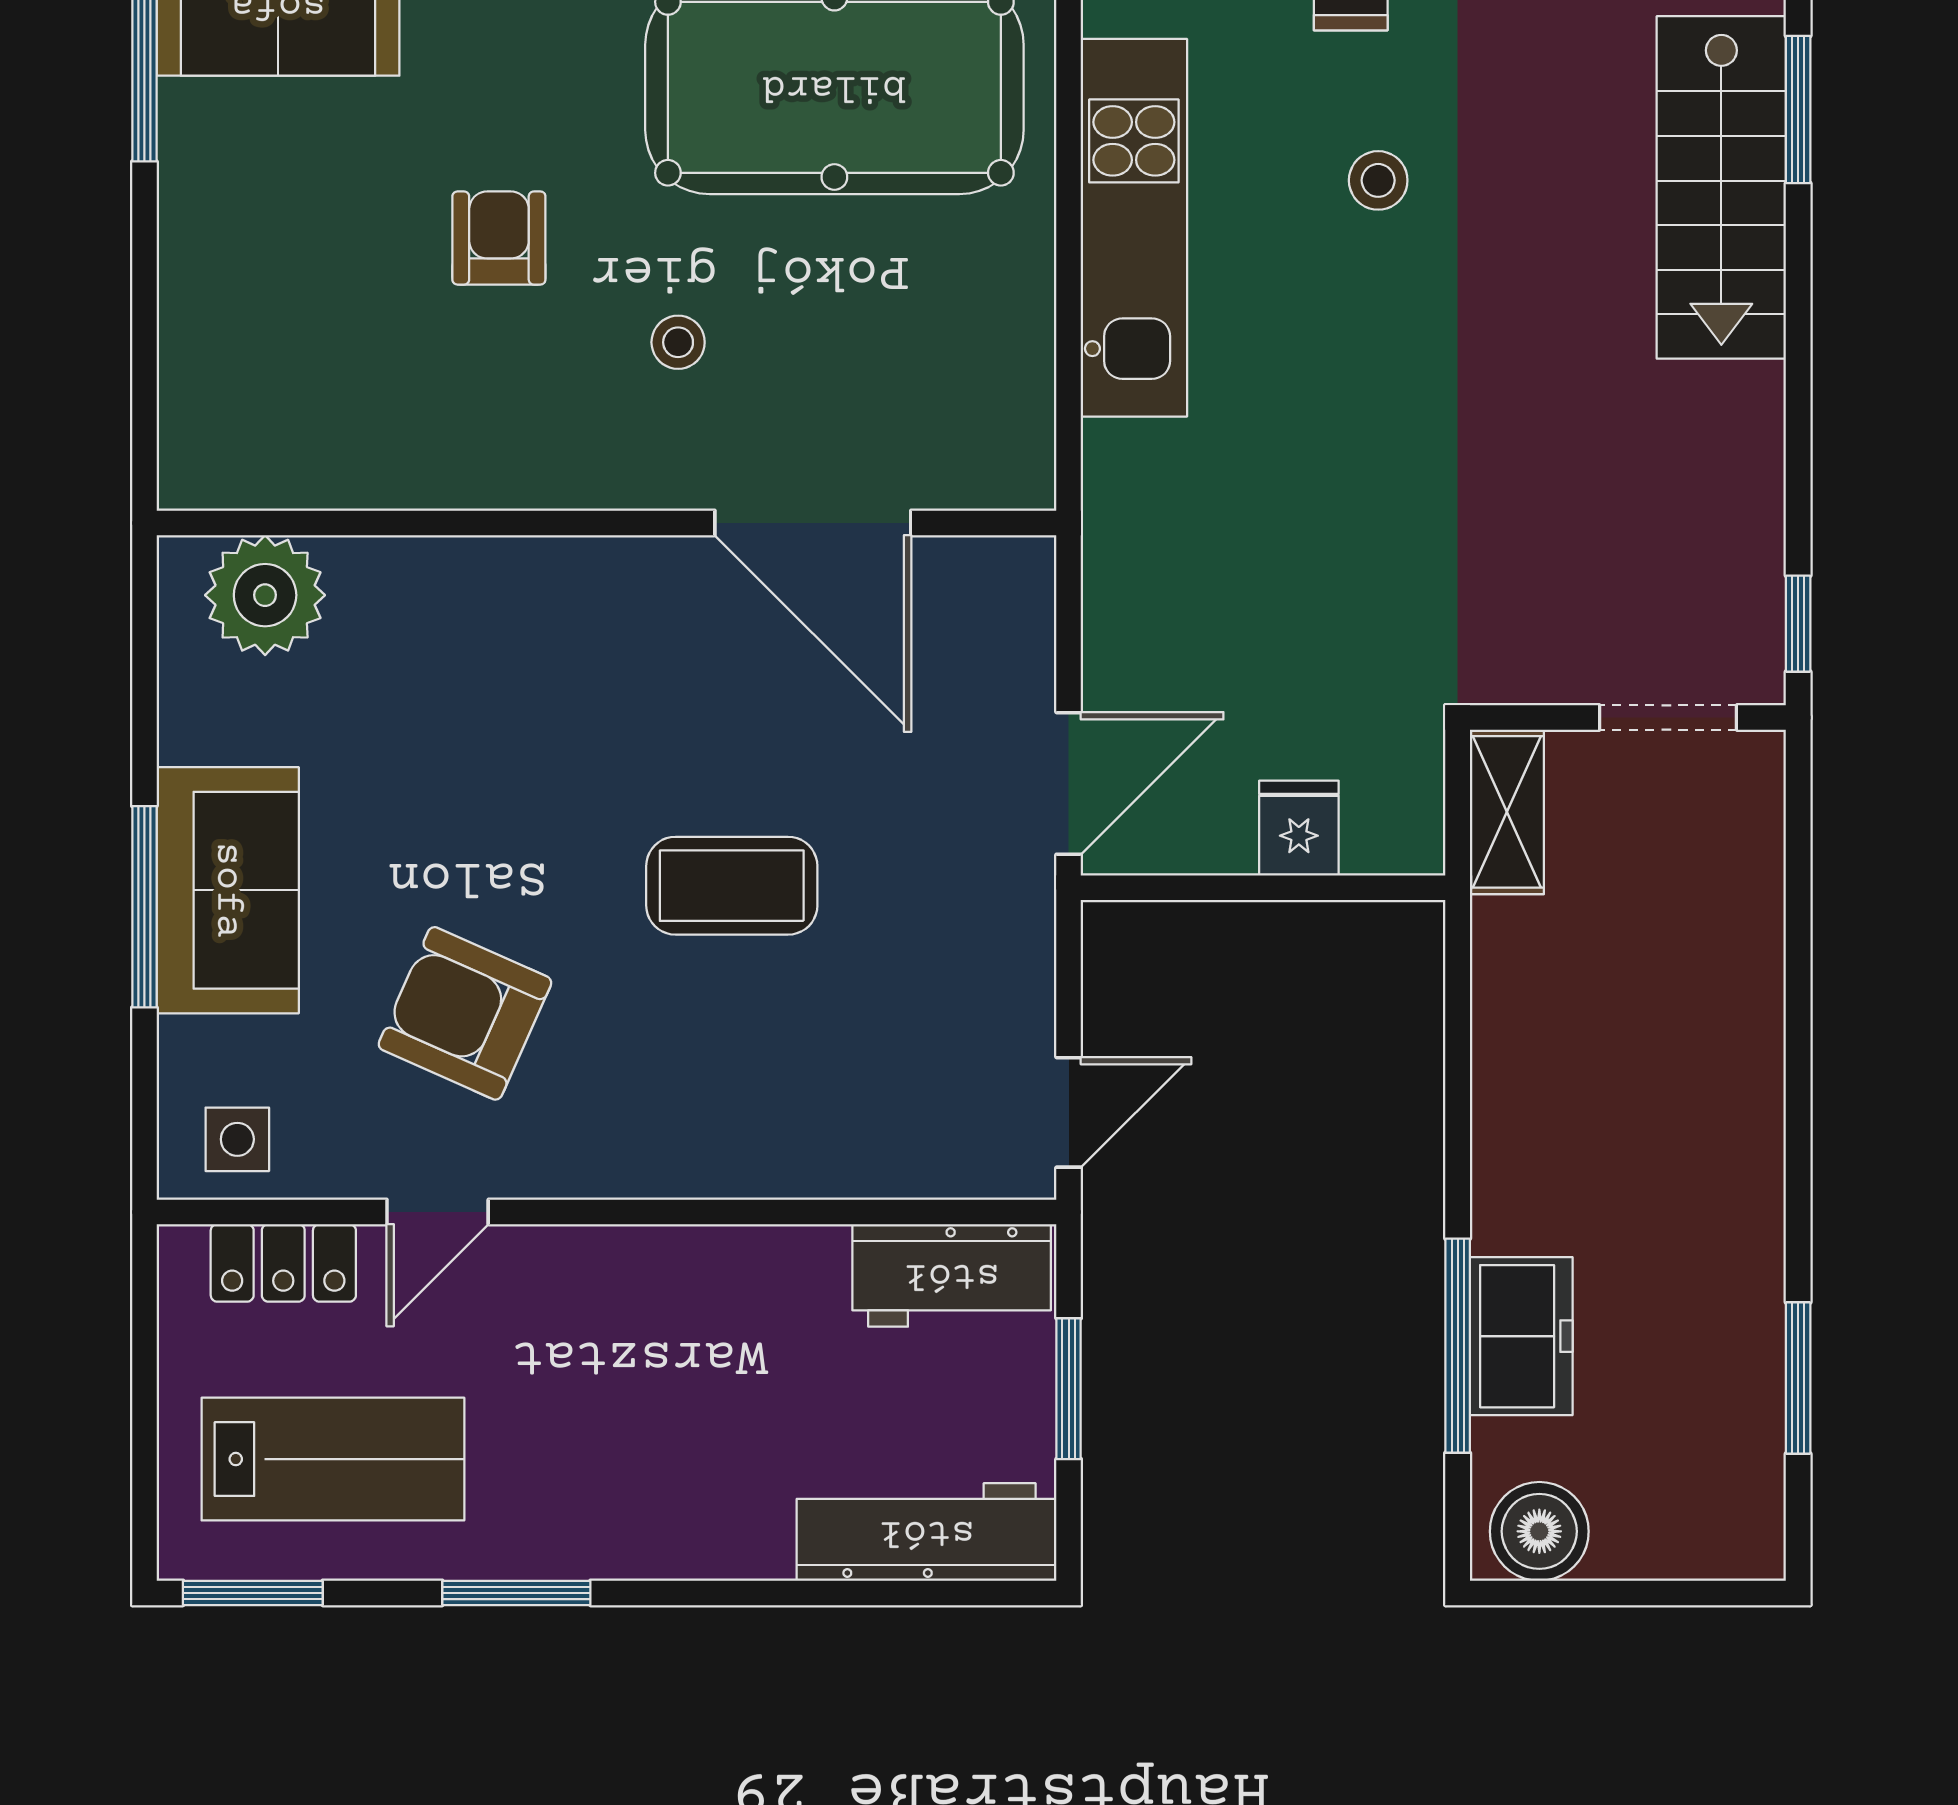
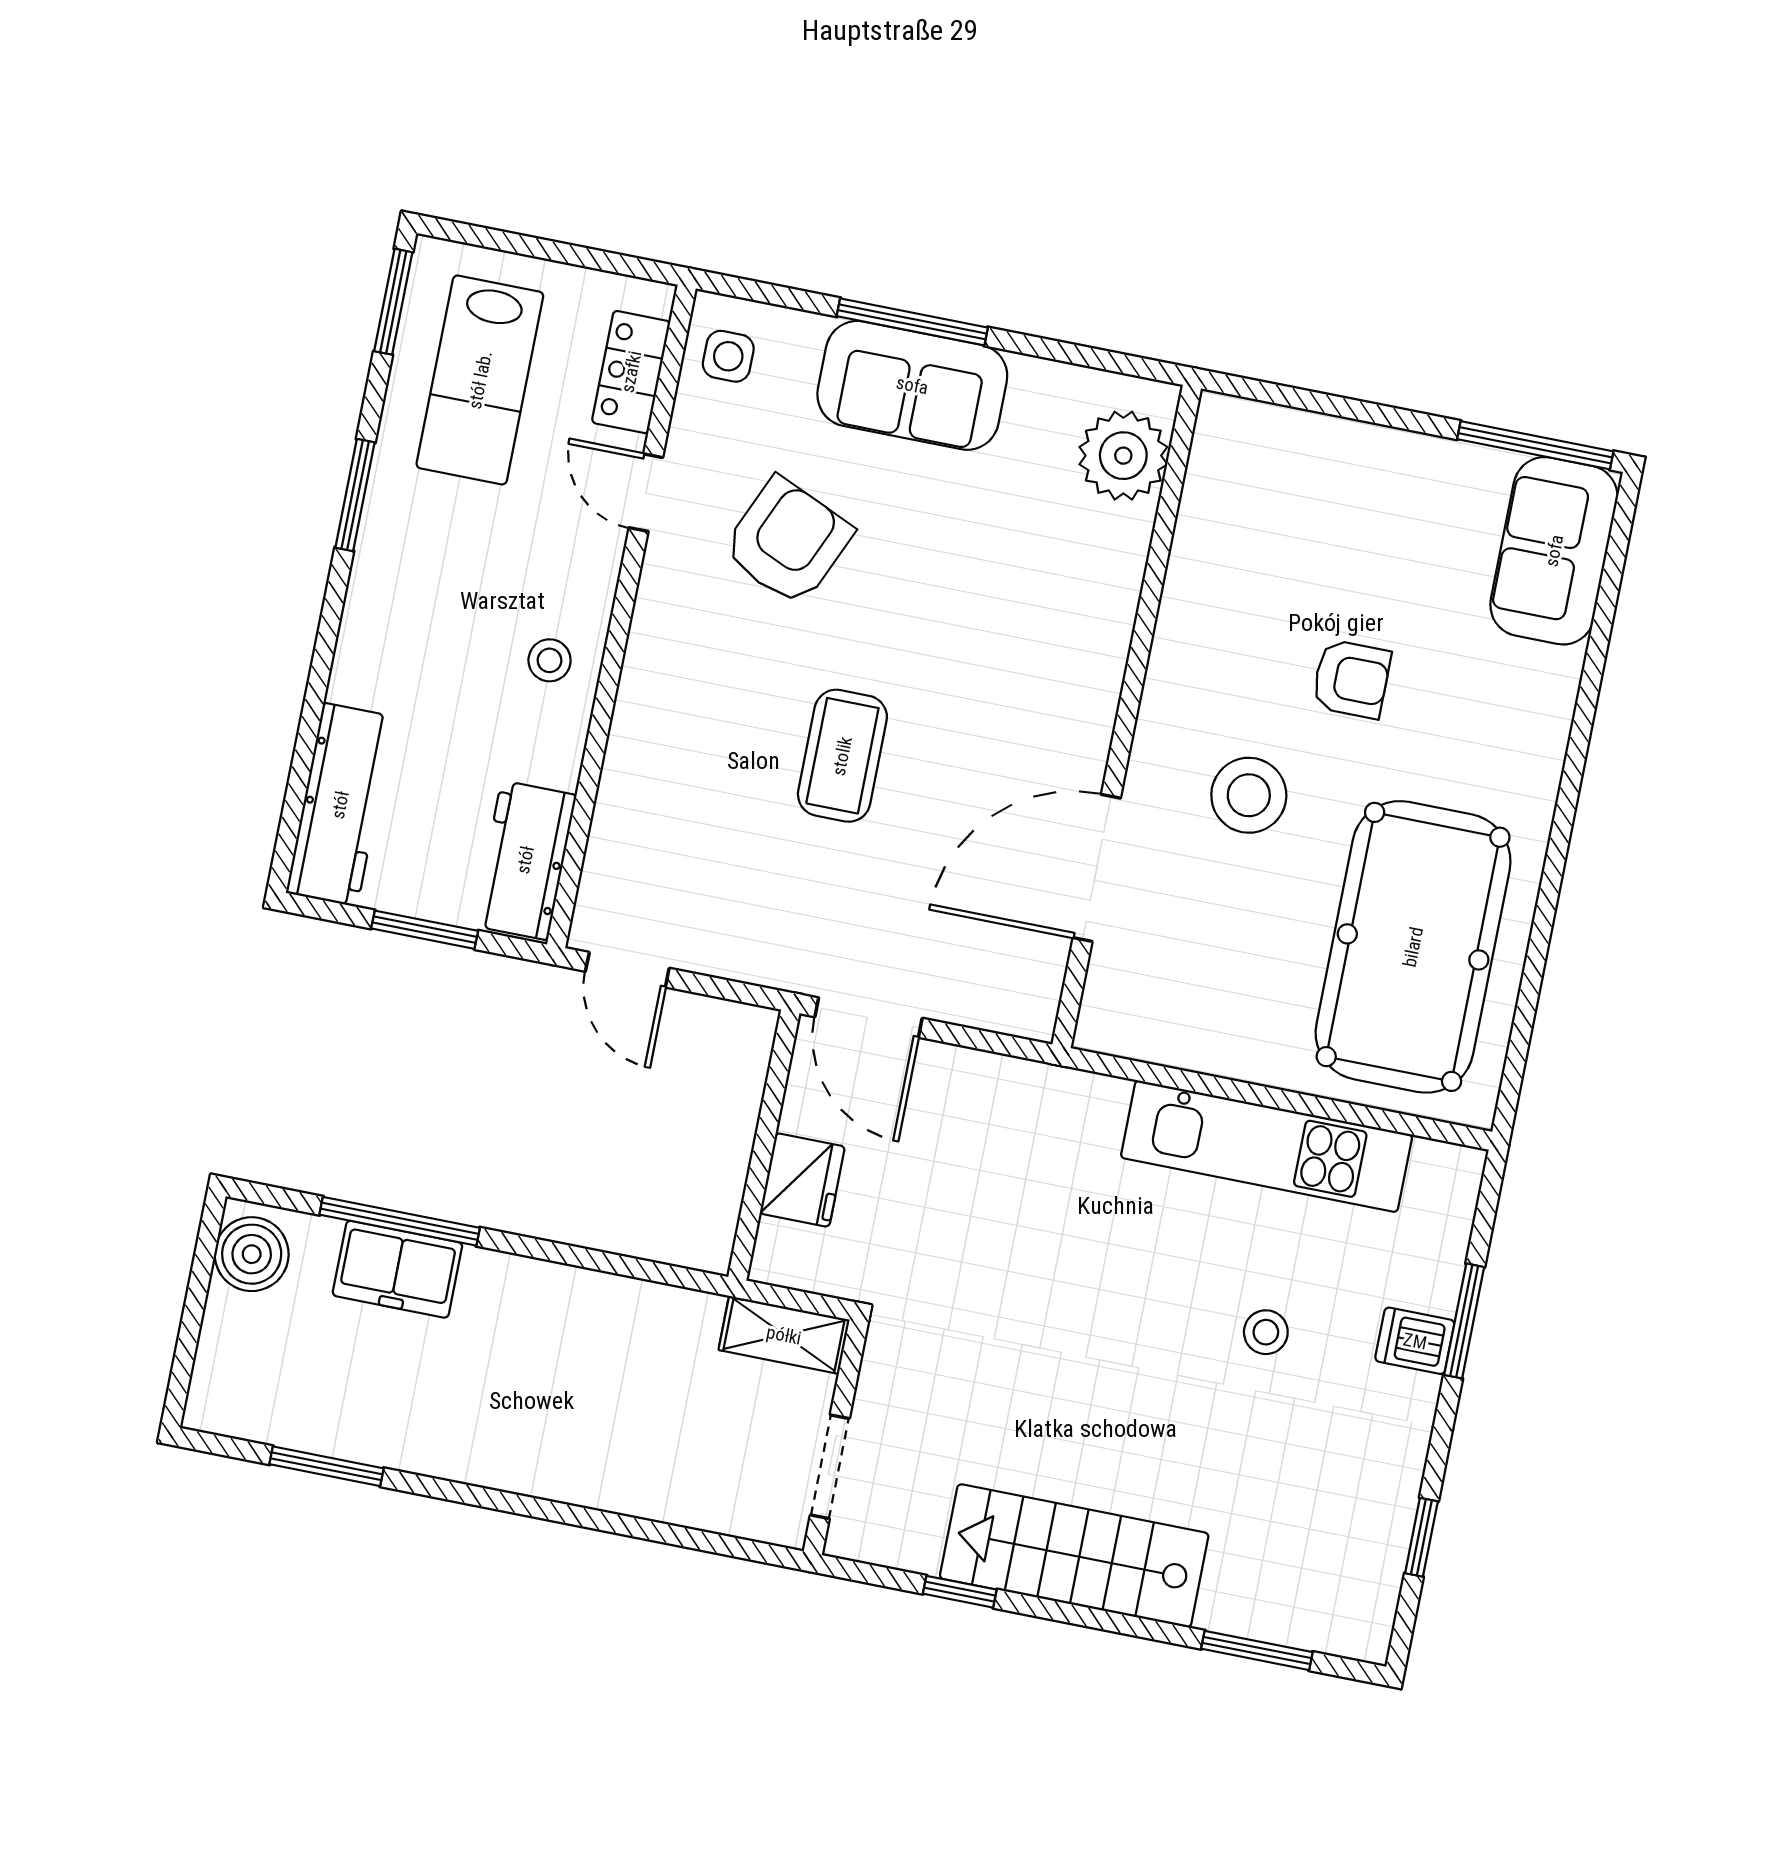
stairs: (1721, 187) -> (1074, 1556), moved
stool: (678, 342) -> (1249, 795), width x1.89, depth x1.89
window: (1798, 624) -> (960, 1592), moved
fridge: (1299, 828) -> (802, 1180), width x1.38
stool: (683, 1295) -> (550, 660), added

